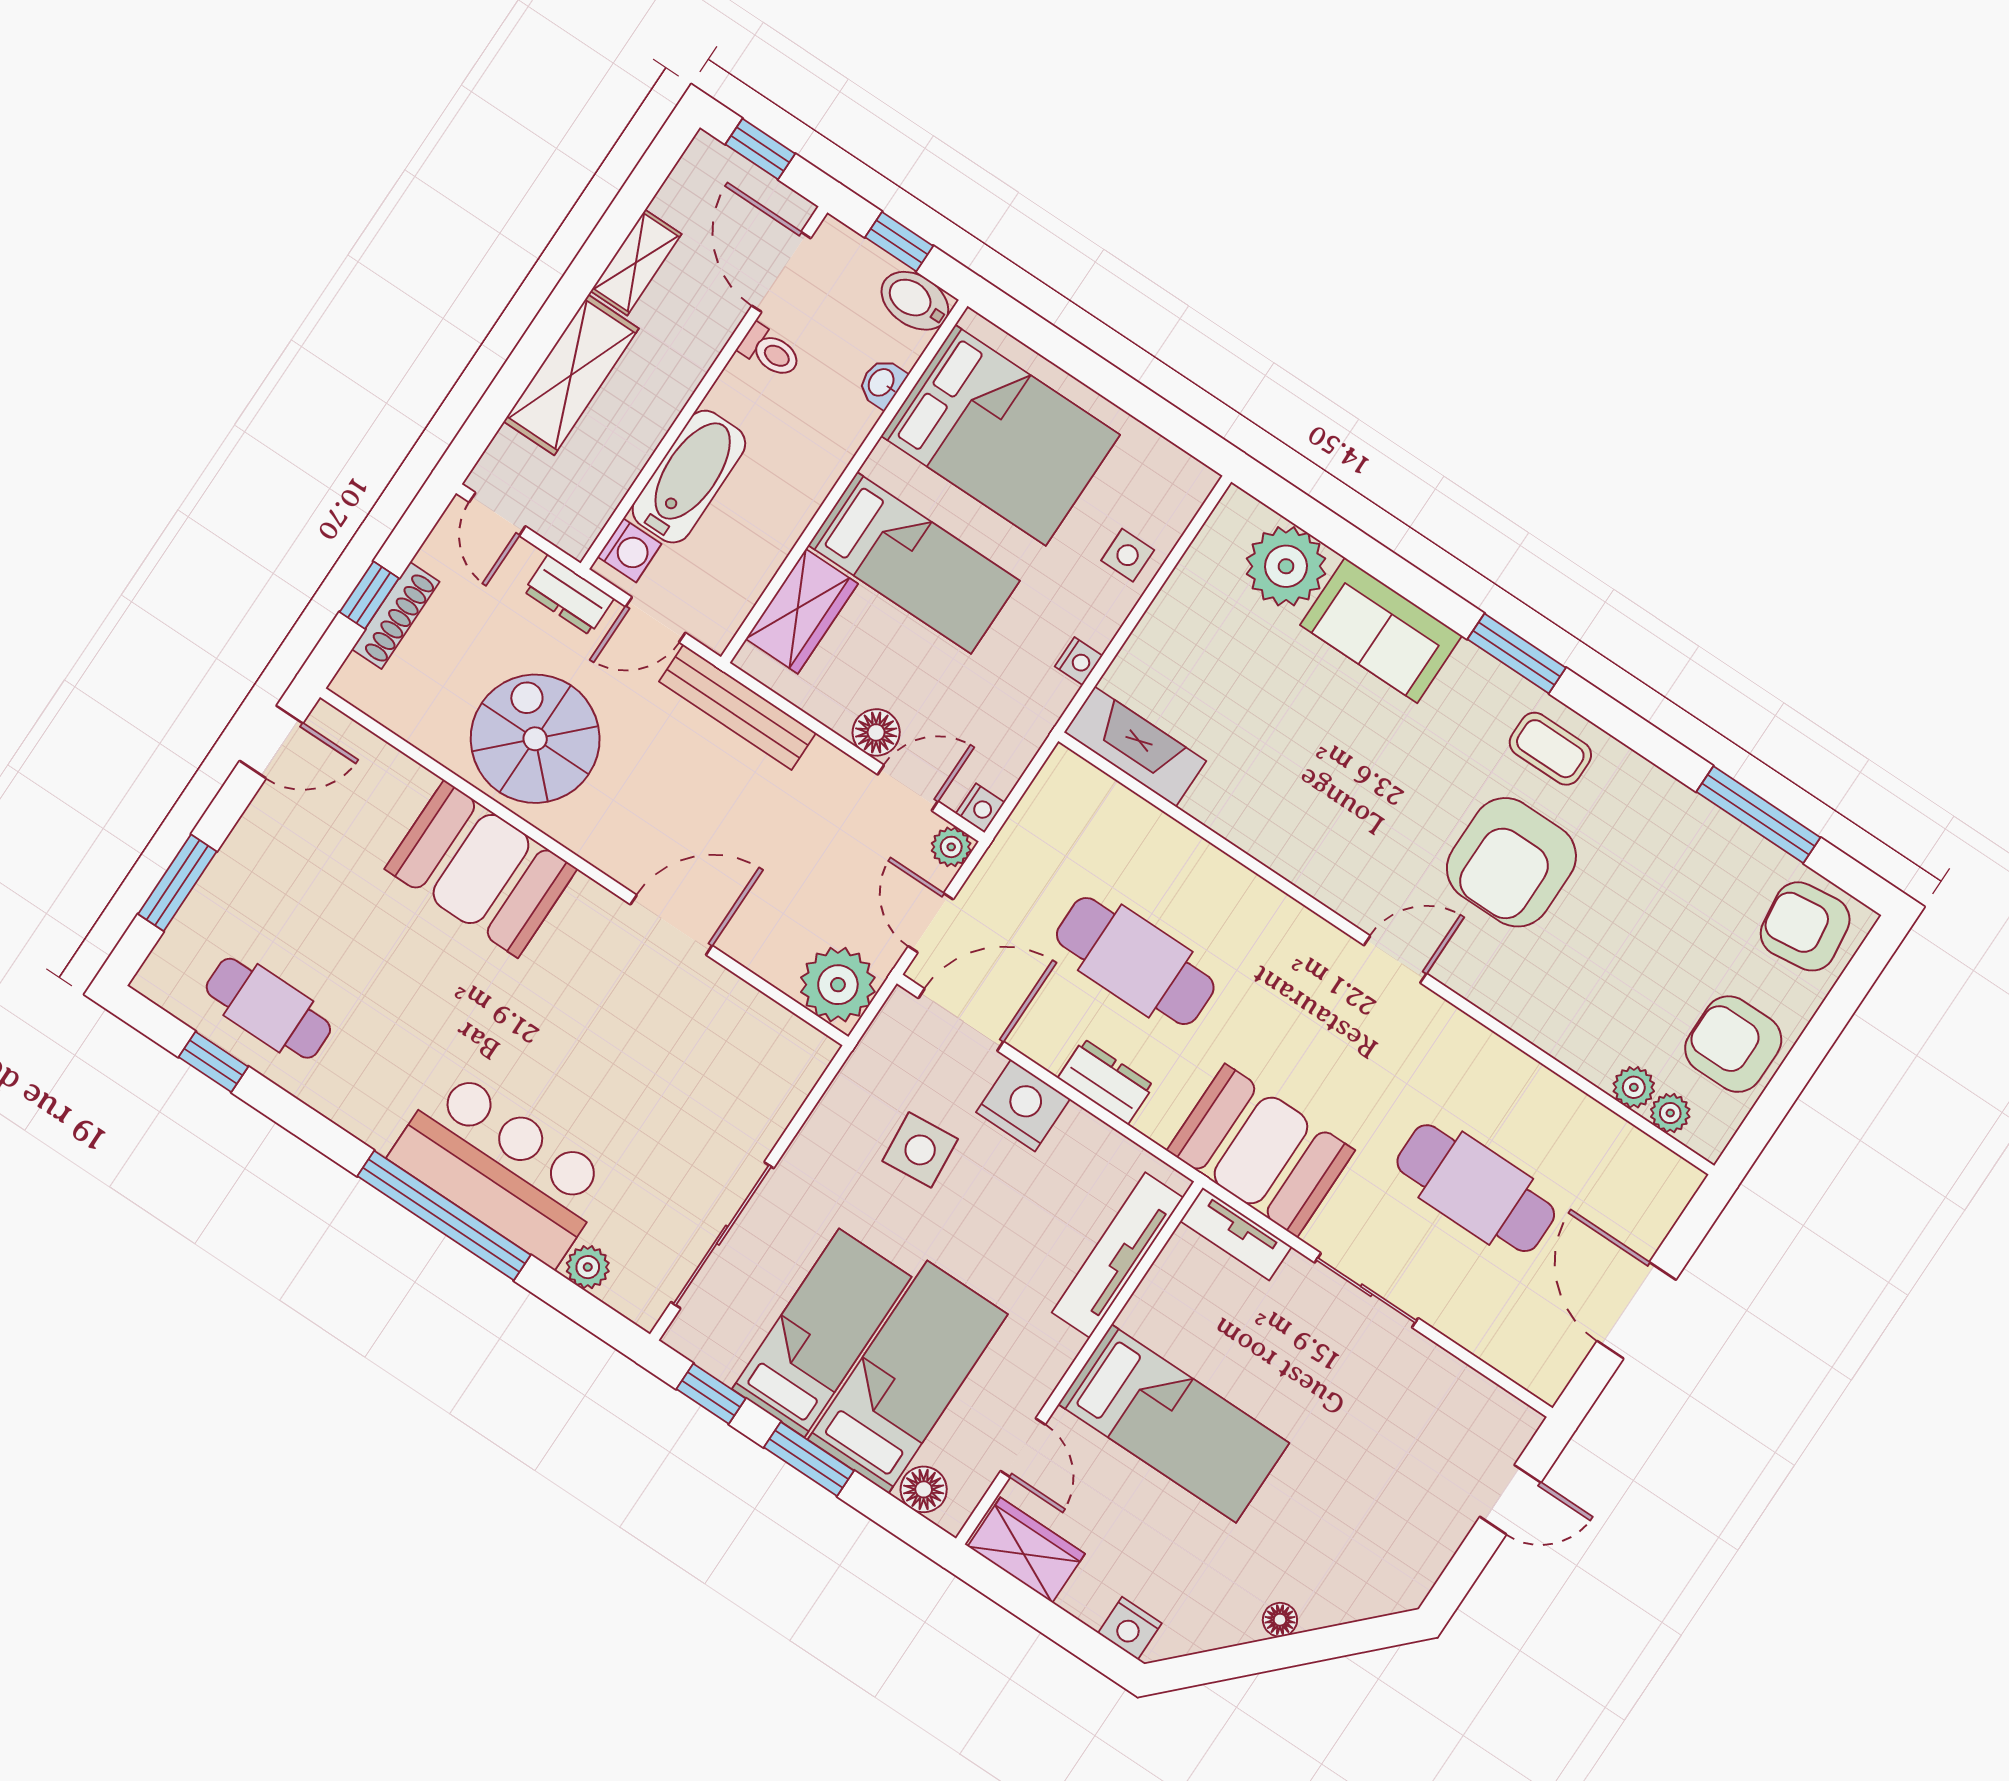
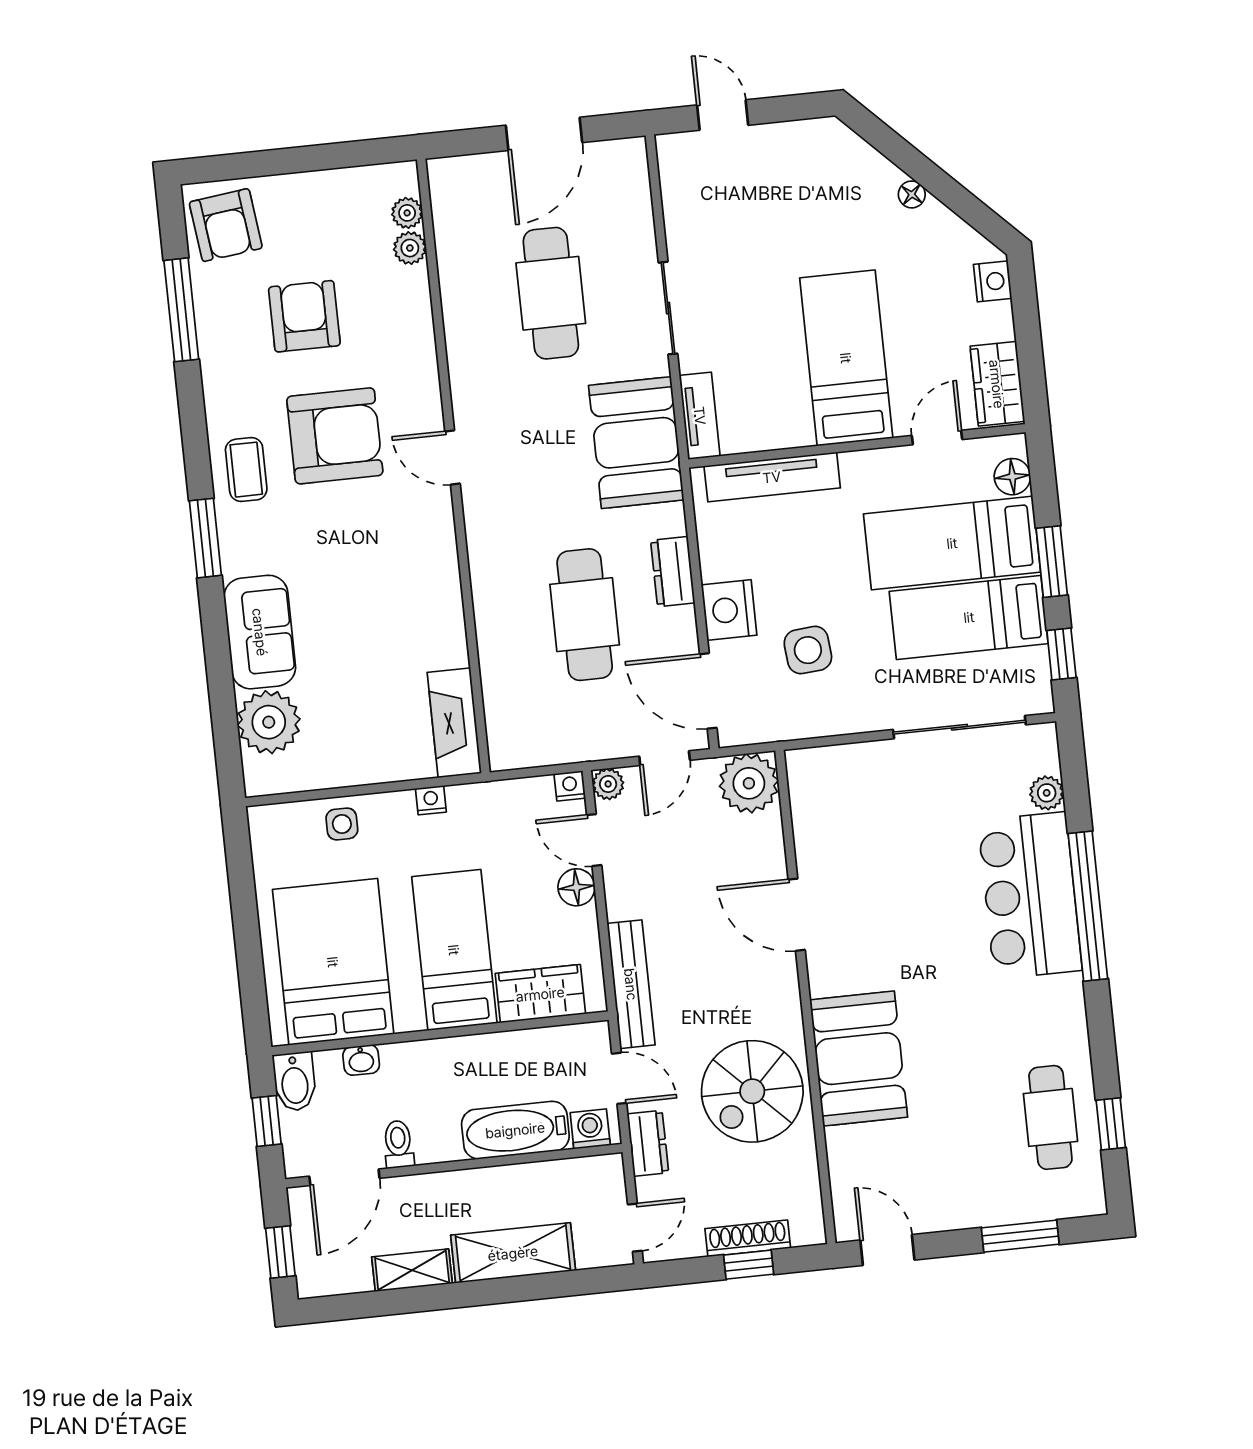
armchair: (1733, 1044) -> (304, 316), moved, turned 180

